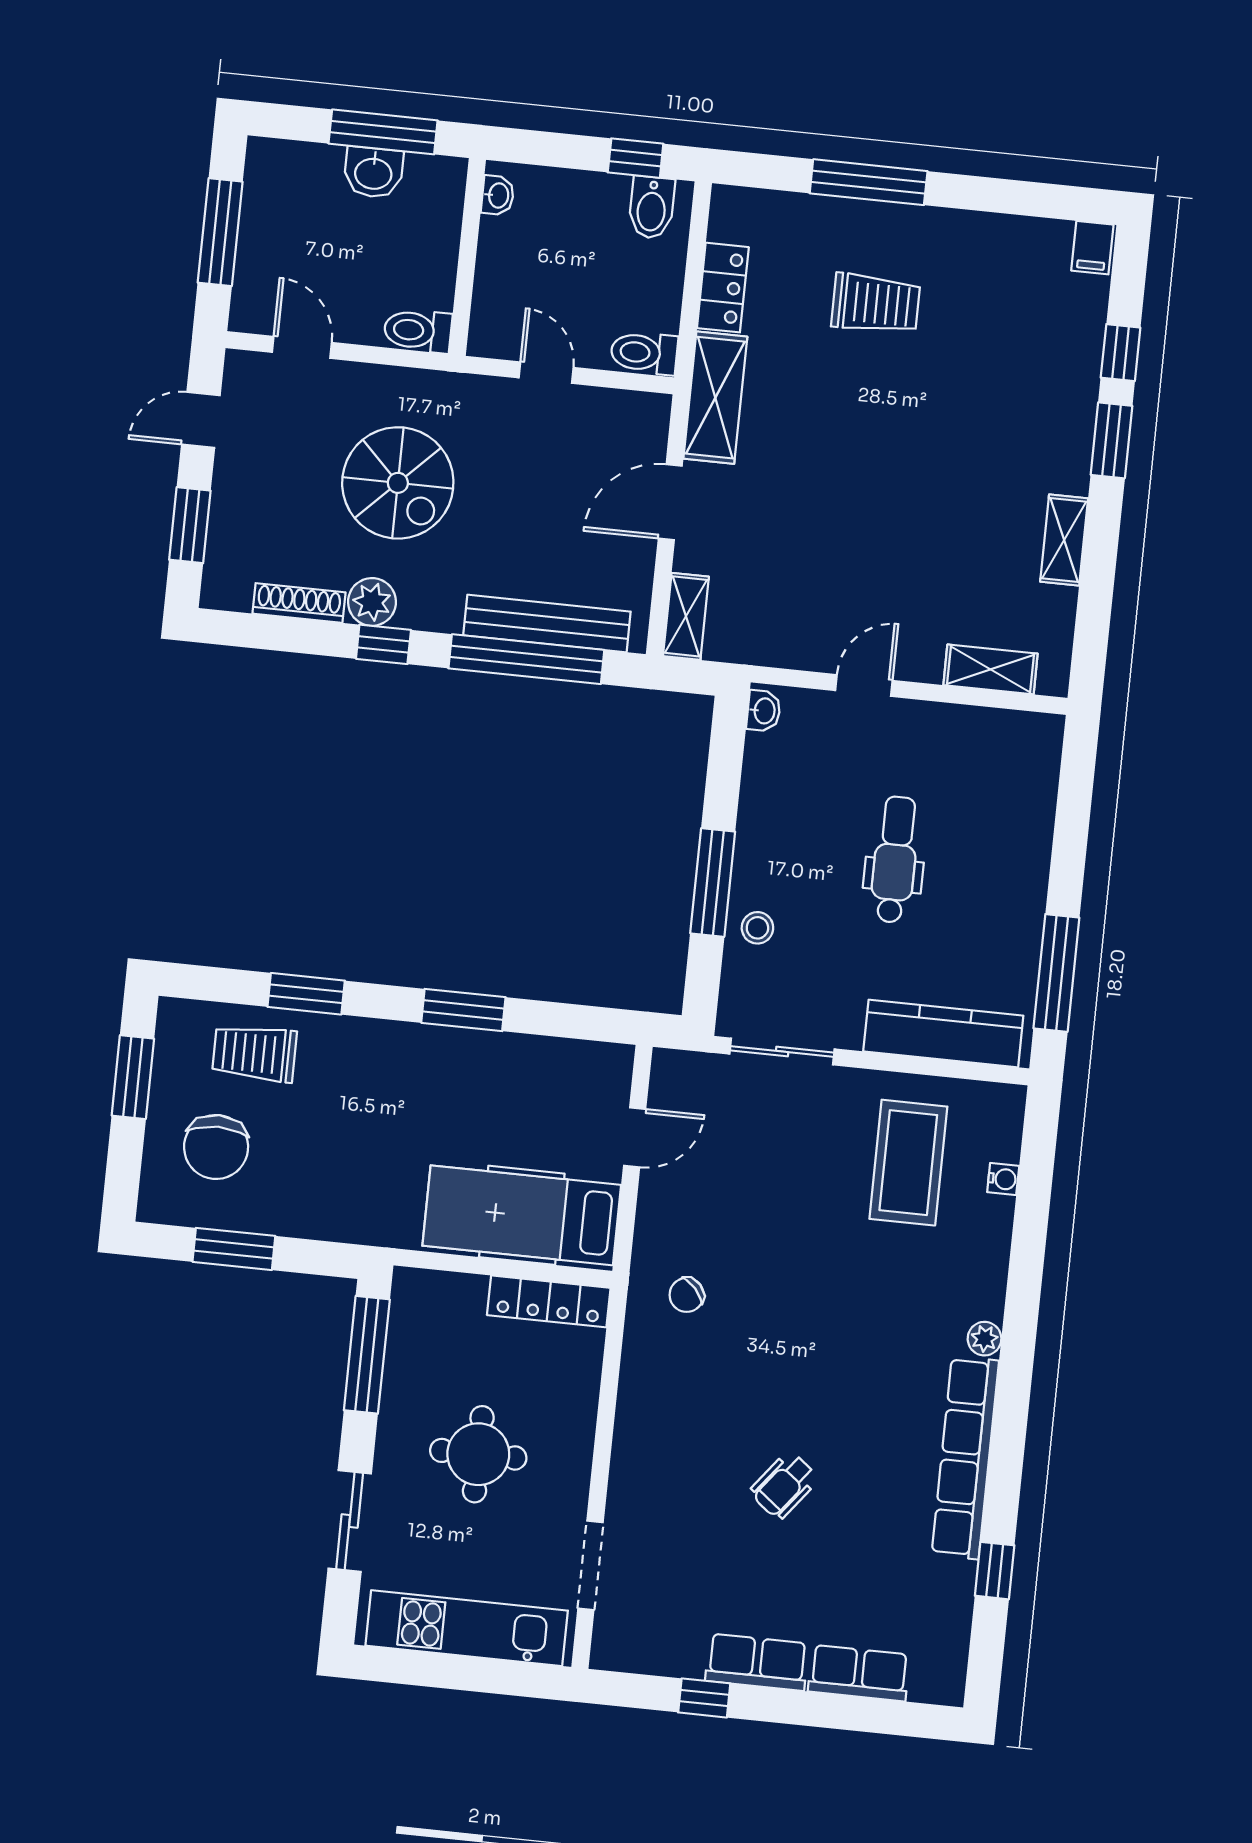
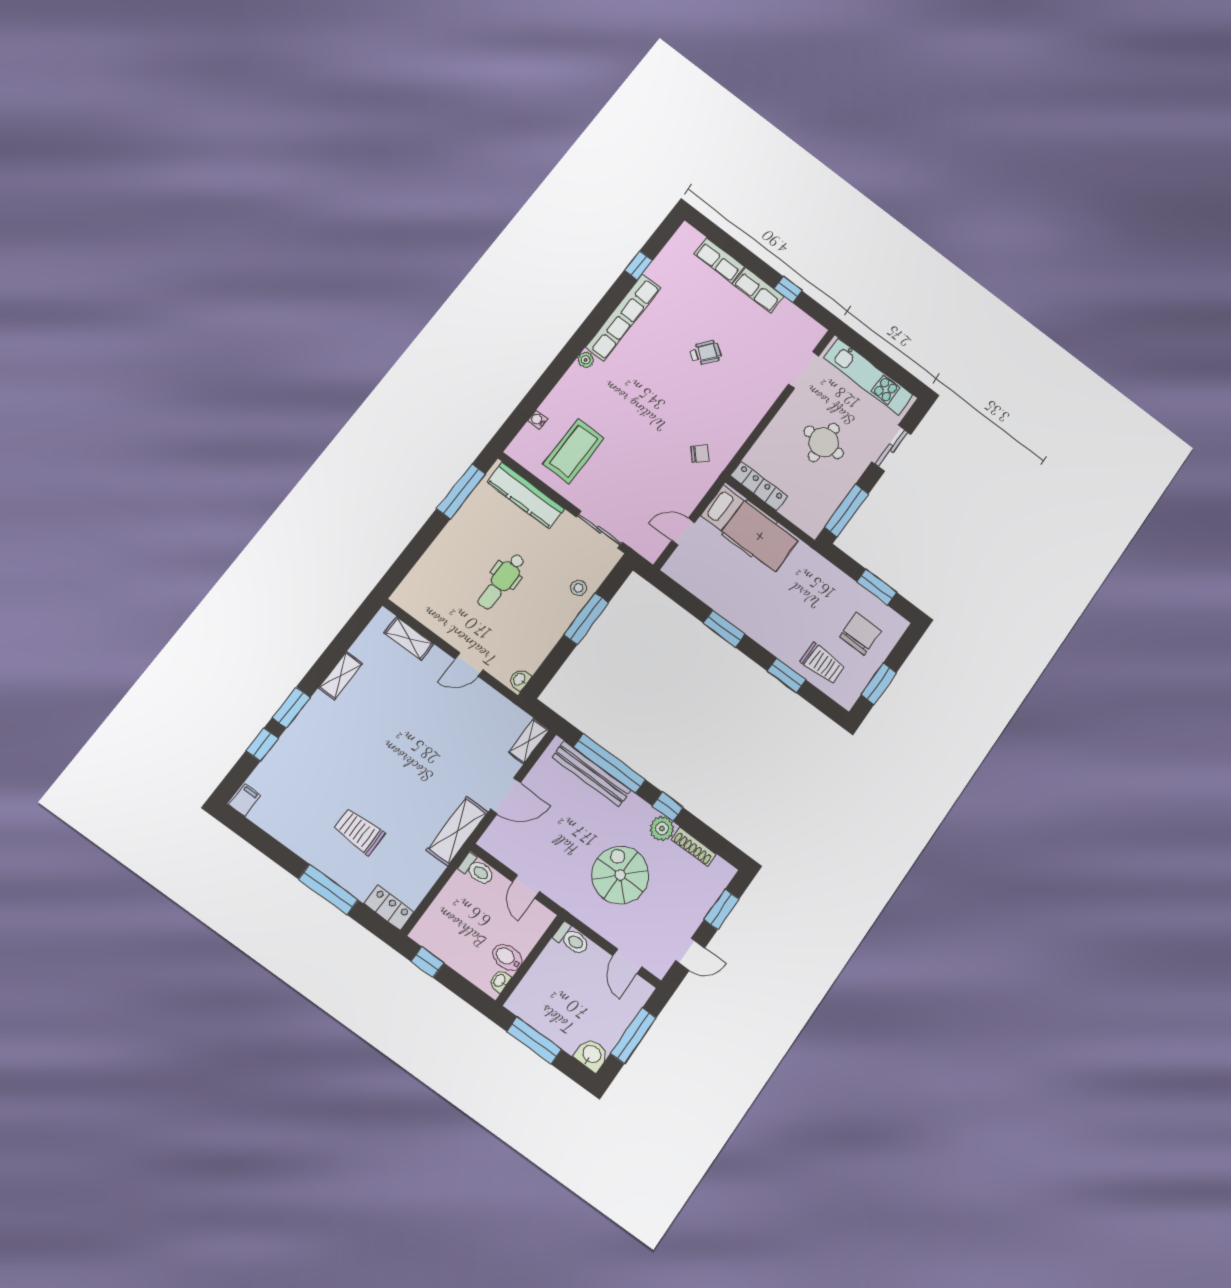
washbasin: (373, 172) -> (591, 1055), moved
bidet: (652, 207) -> (507, 957), moved, turned -90
locker: (723, 288) -> (389, 908), moved, turned 90

